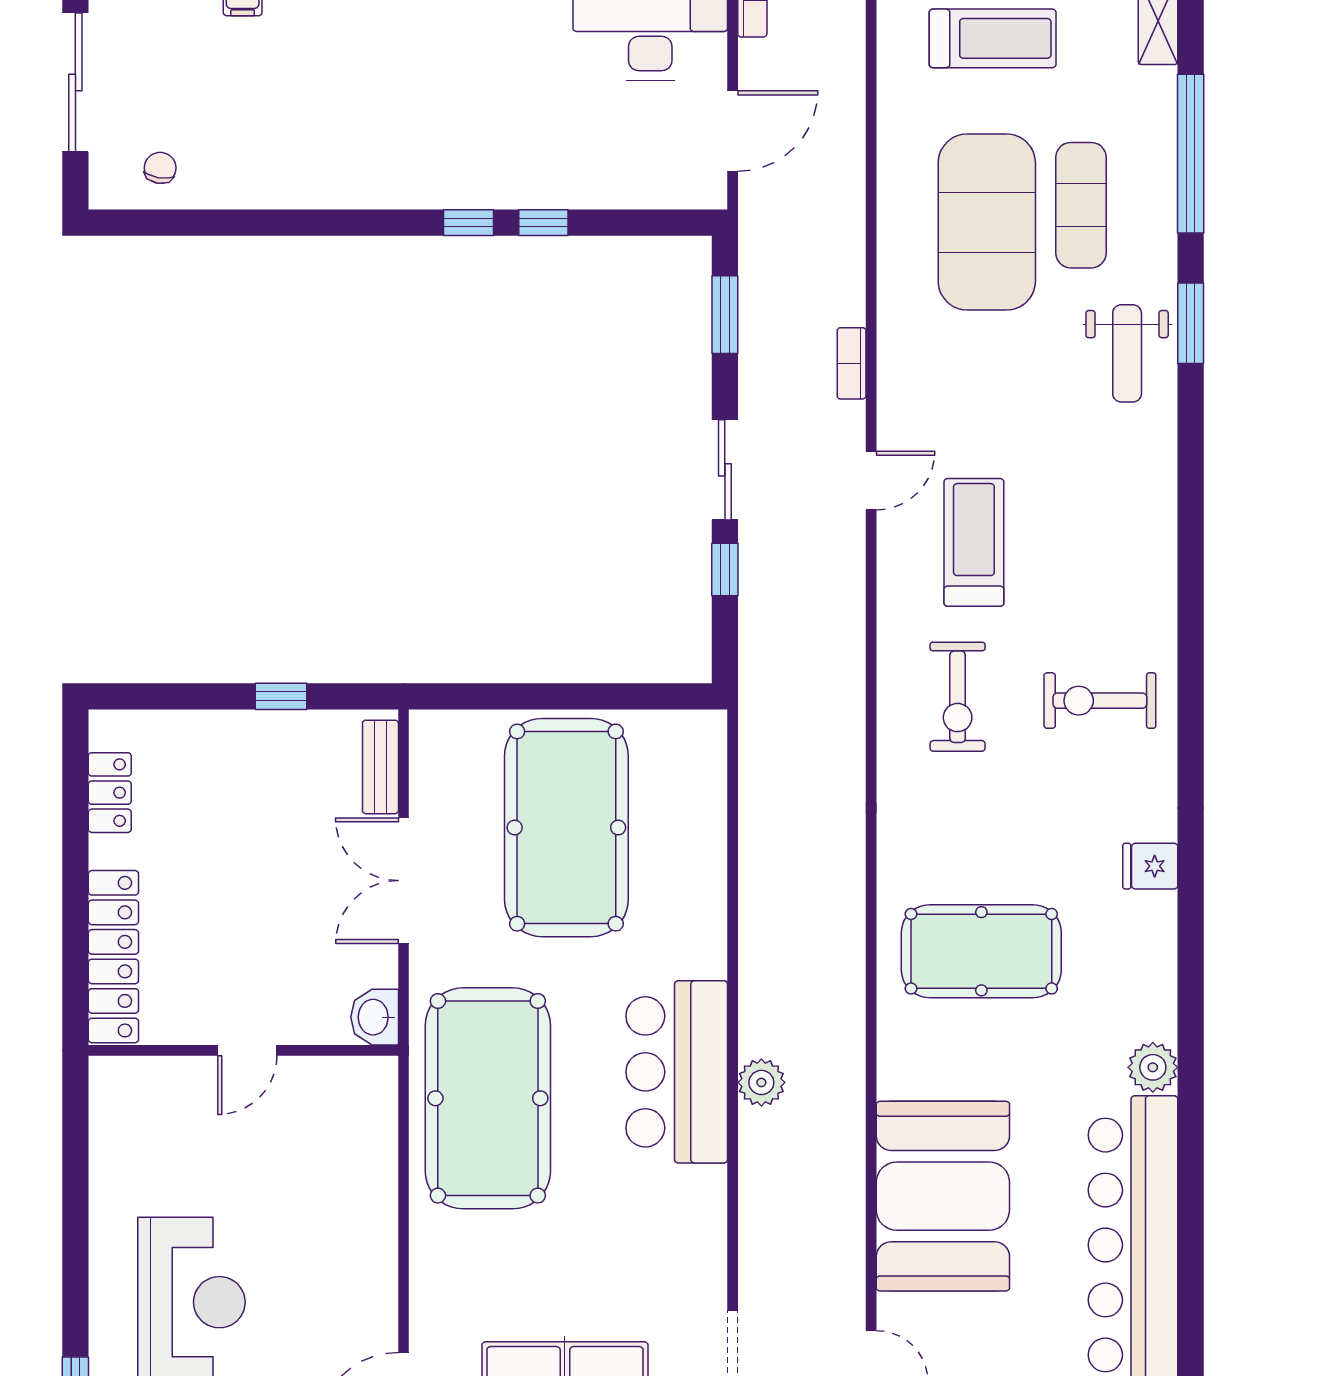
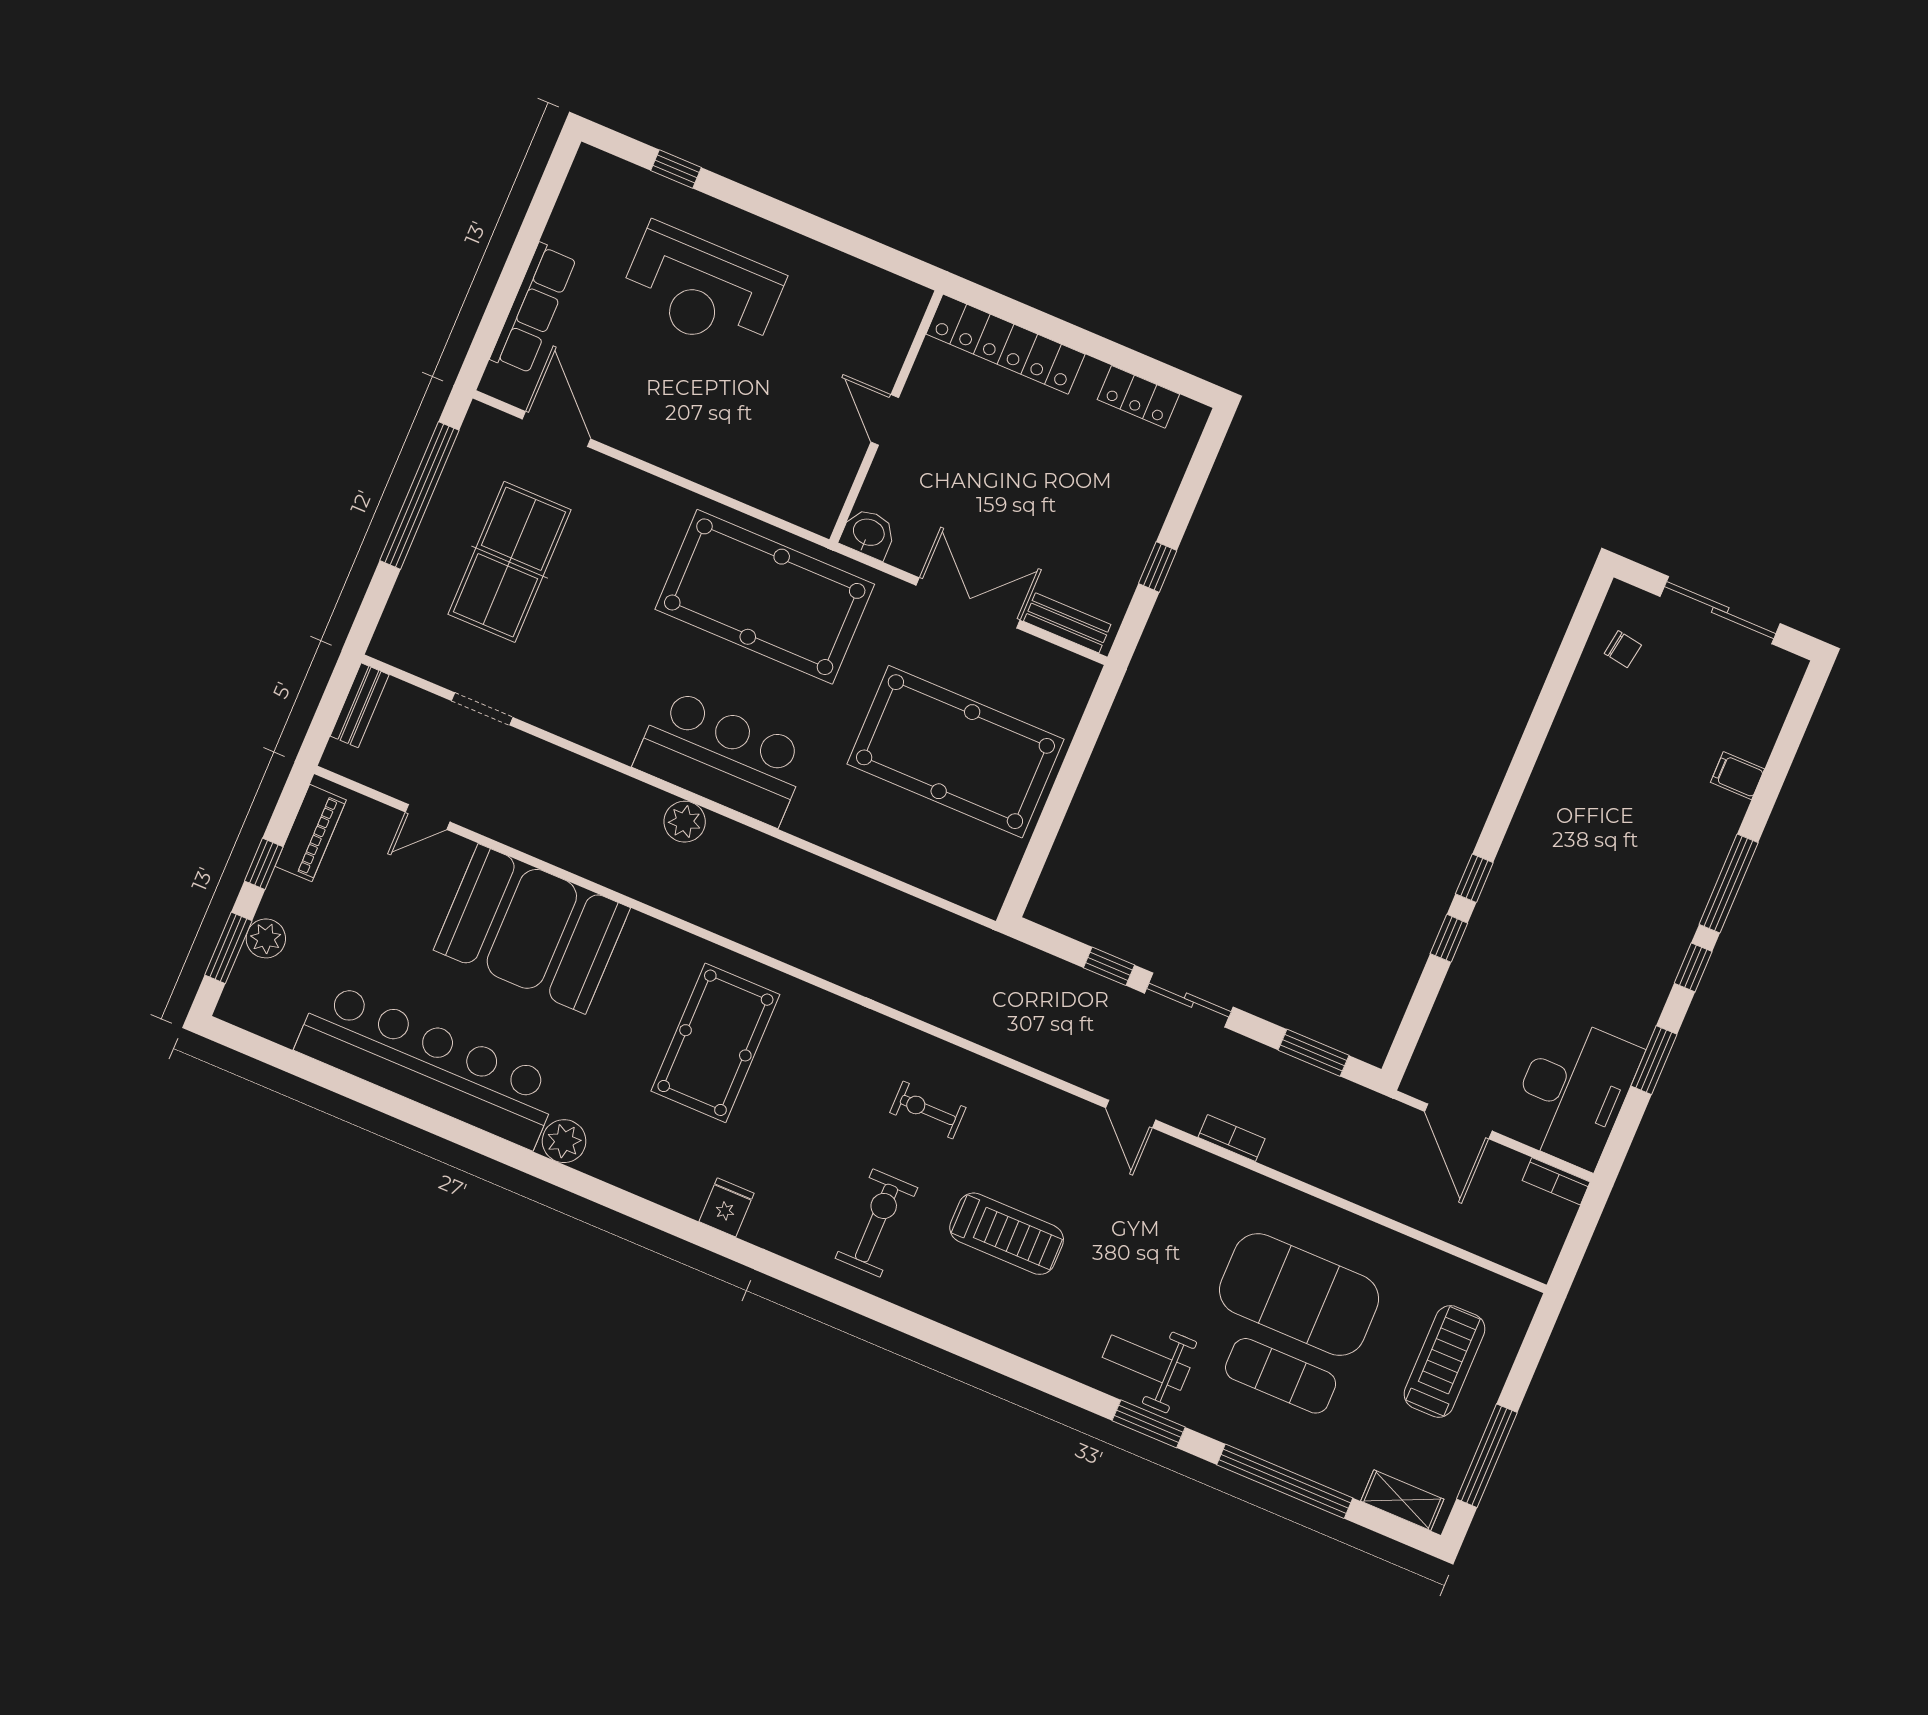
treadmill: (993, 38) -> (1445, 1361), turned 180
treadmill: (974, 542) -> (1007, 1234), moved
exercise bike: (958, 697) -> (928, 1110), width x0.73, depth x0.72

